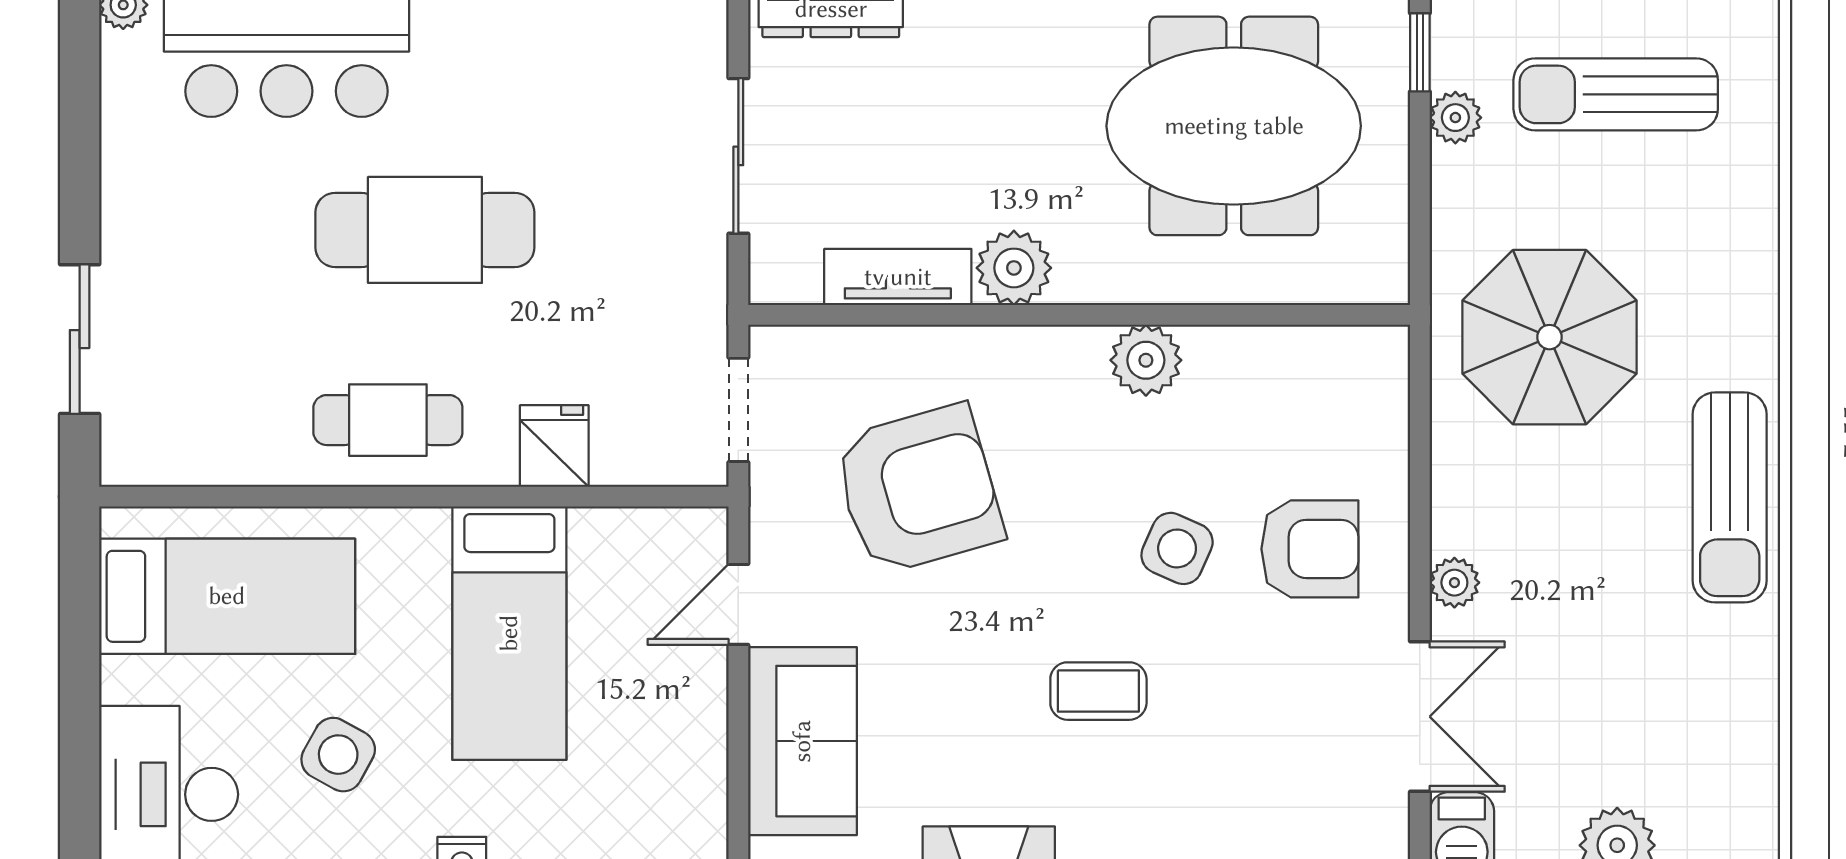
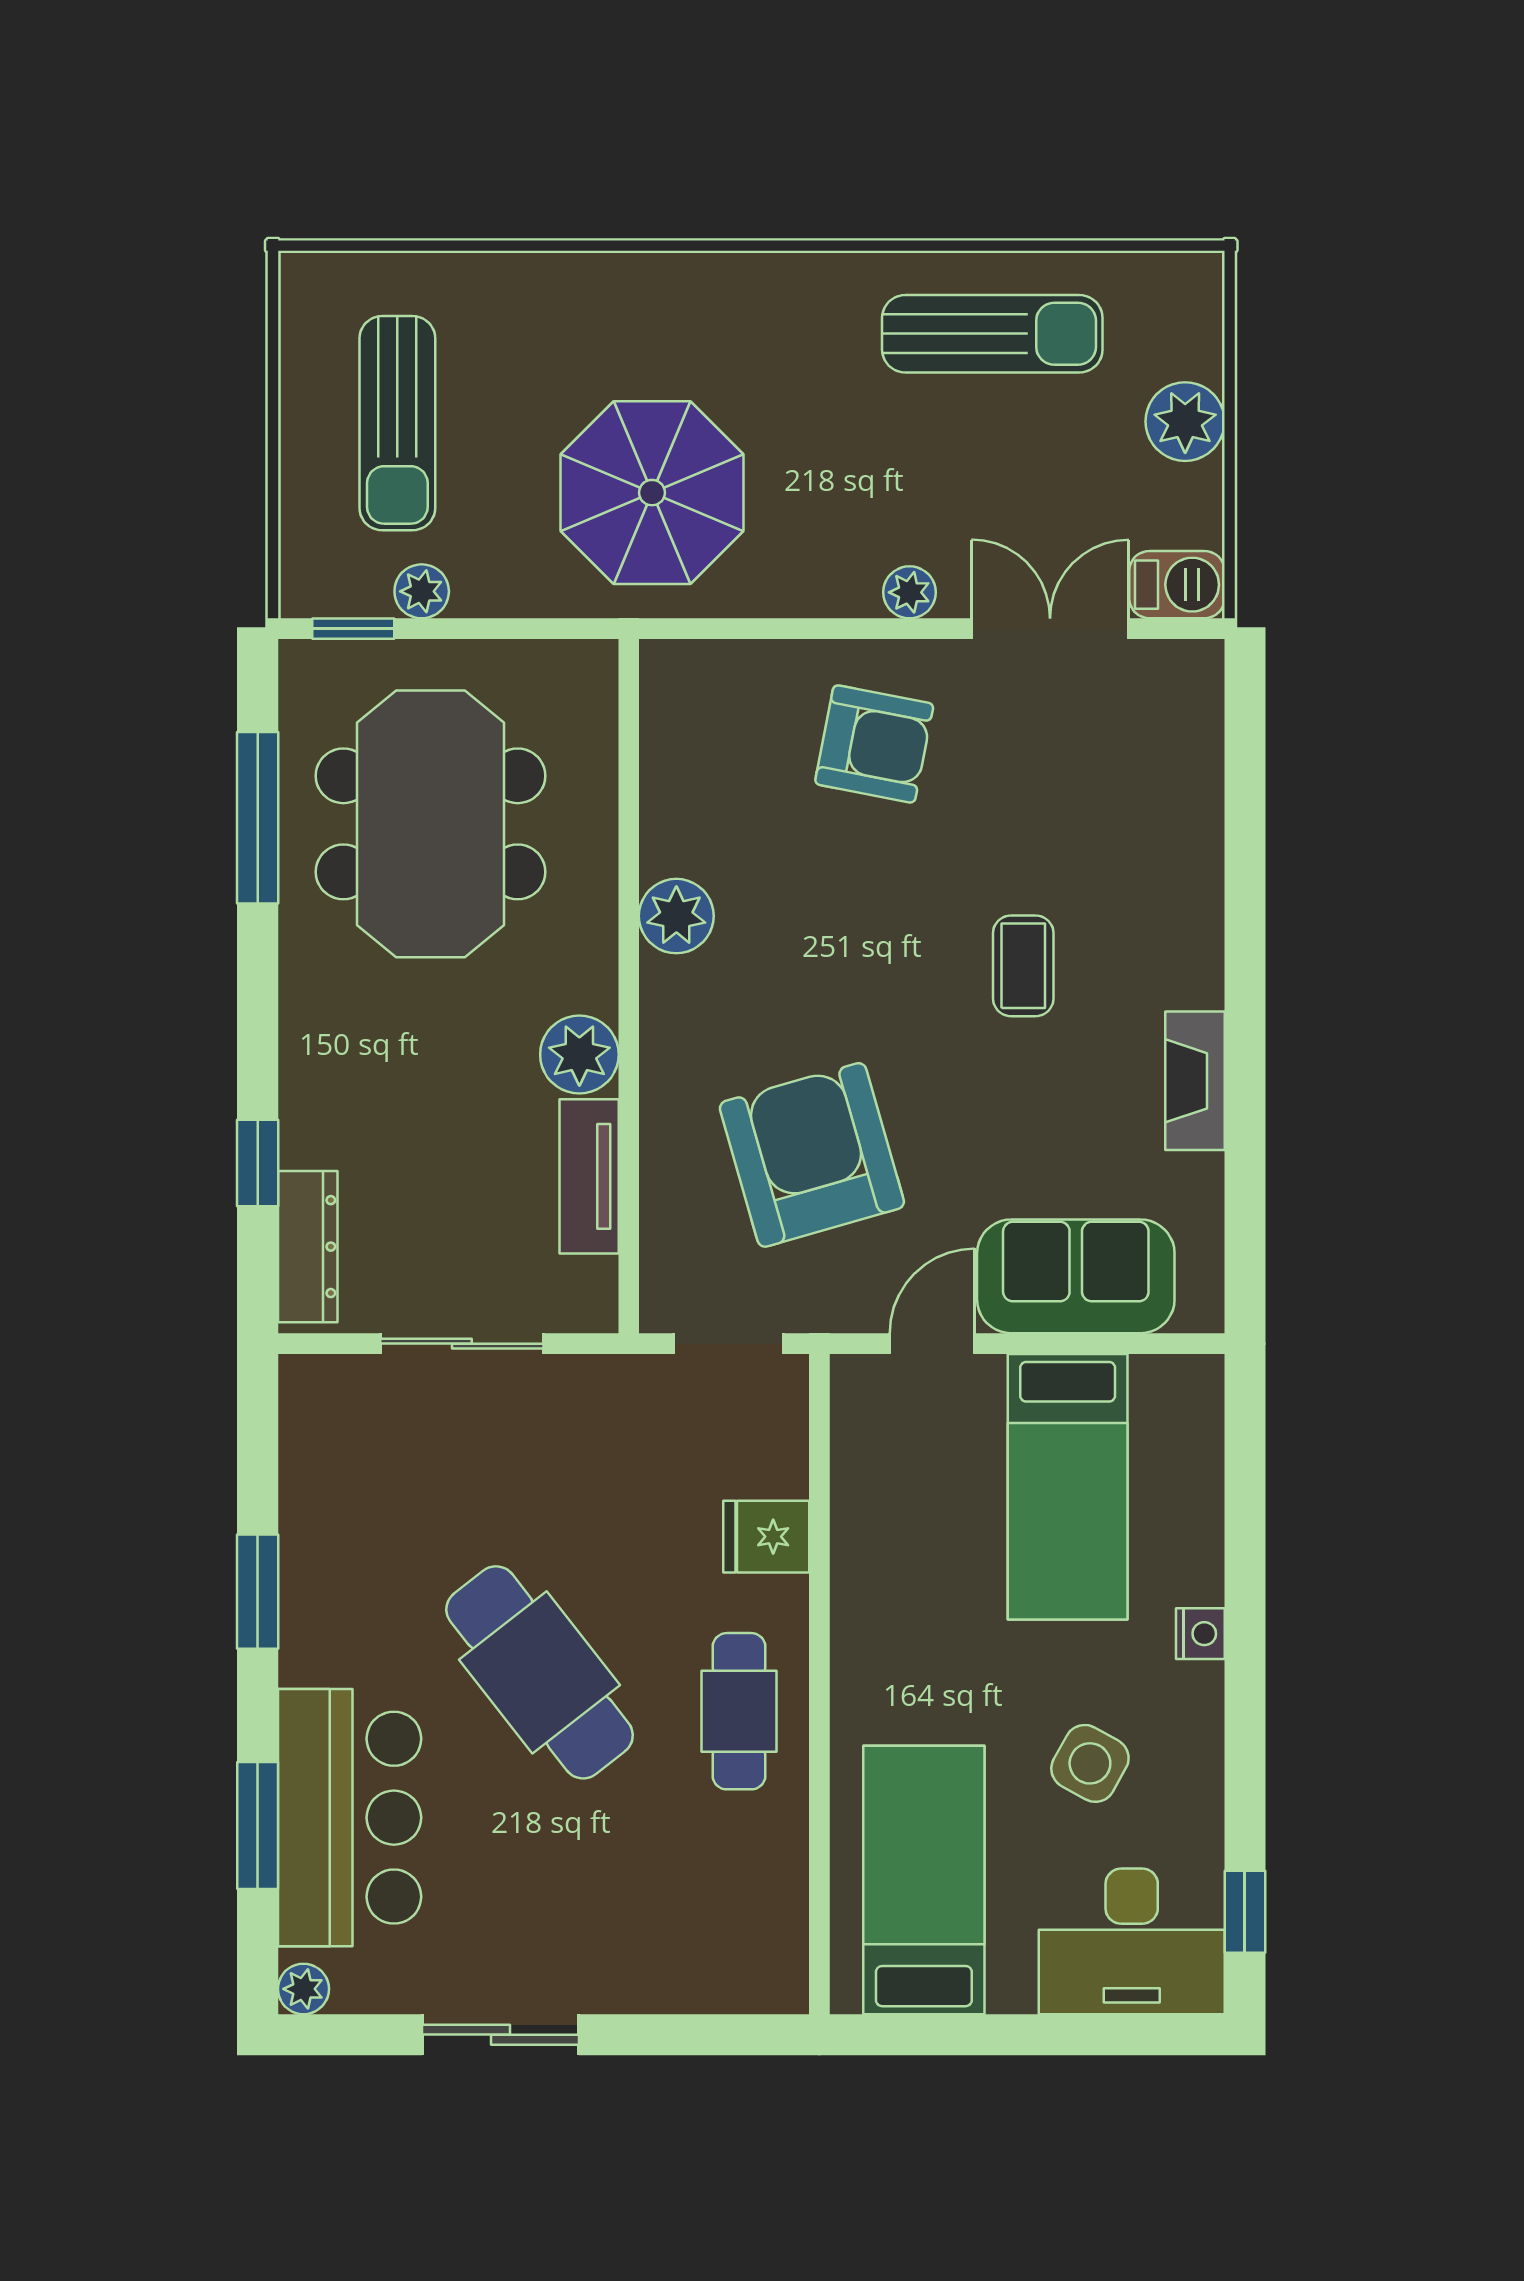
cafe table: (425, 230) -> (540, 1672), turned -38
sliding door: (80, 339) -> (500, 2035), moved
sun lounger: (1730, 497) -> (992, 334), moved
side table: (1177, 548) -> (874, 883), removed
armchair: (1310, 549) -> (874, 744), turned 101
door: (738, 604) -> (932, 1344), swing flipped
bed: (509, 633) -> (1068, 1487), moved, turned 90

